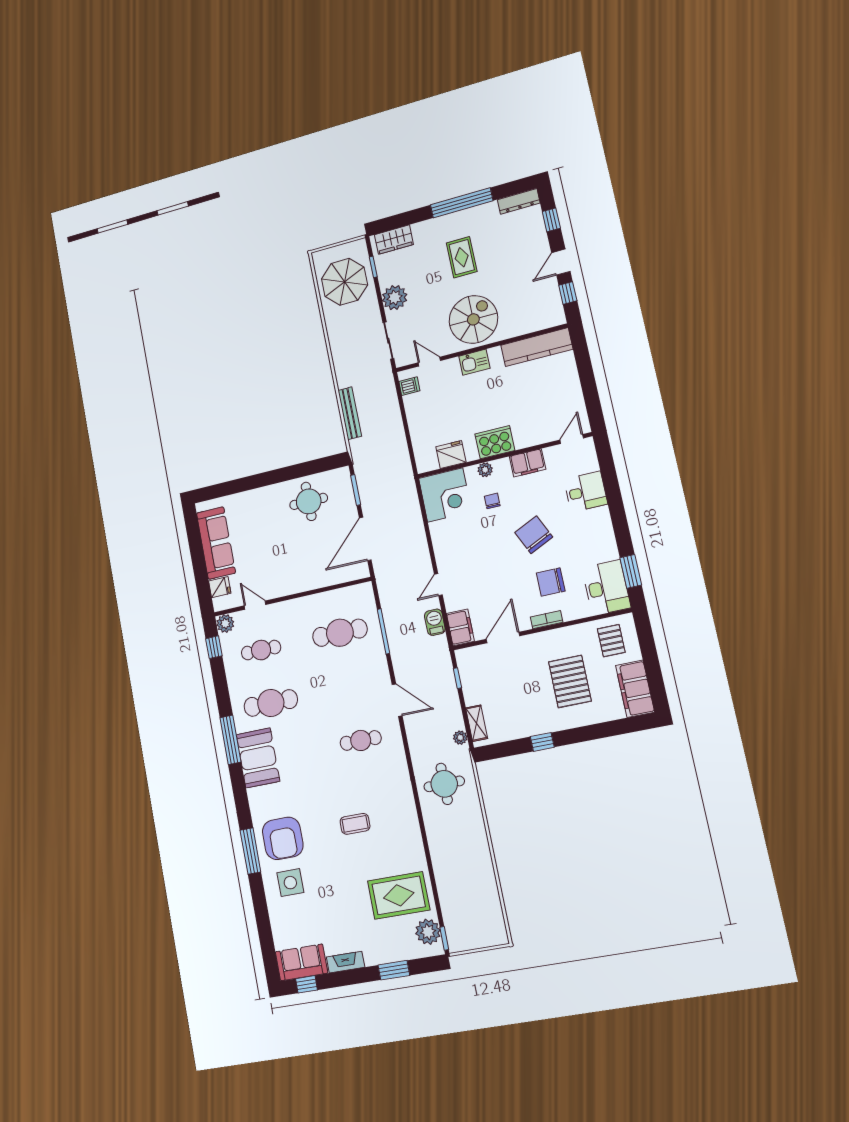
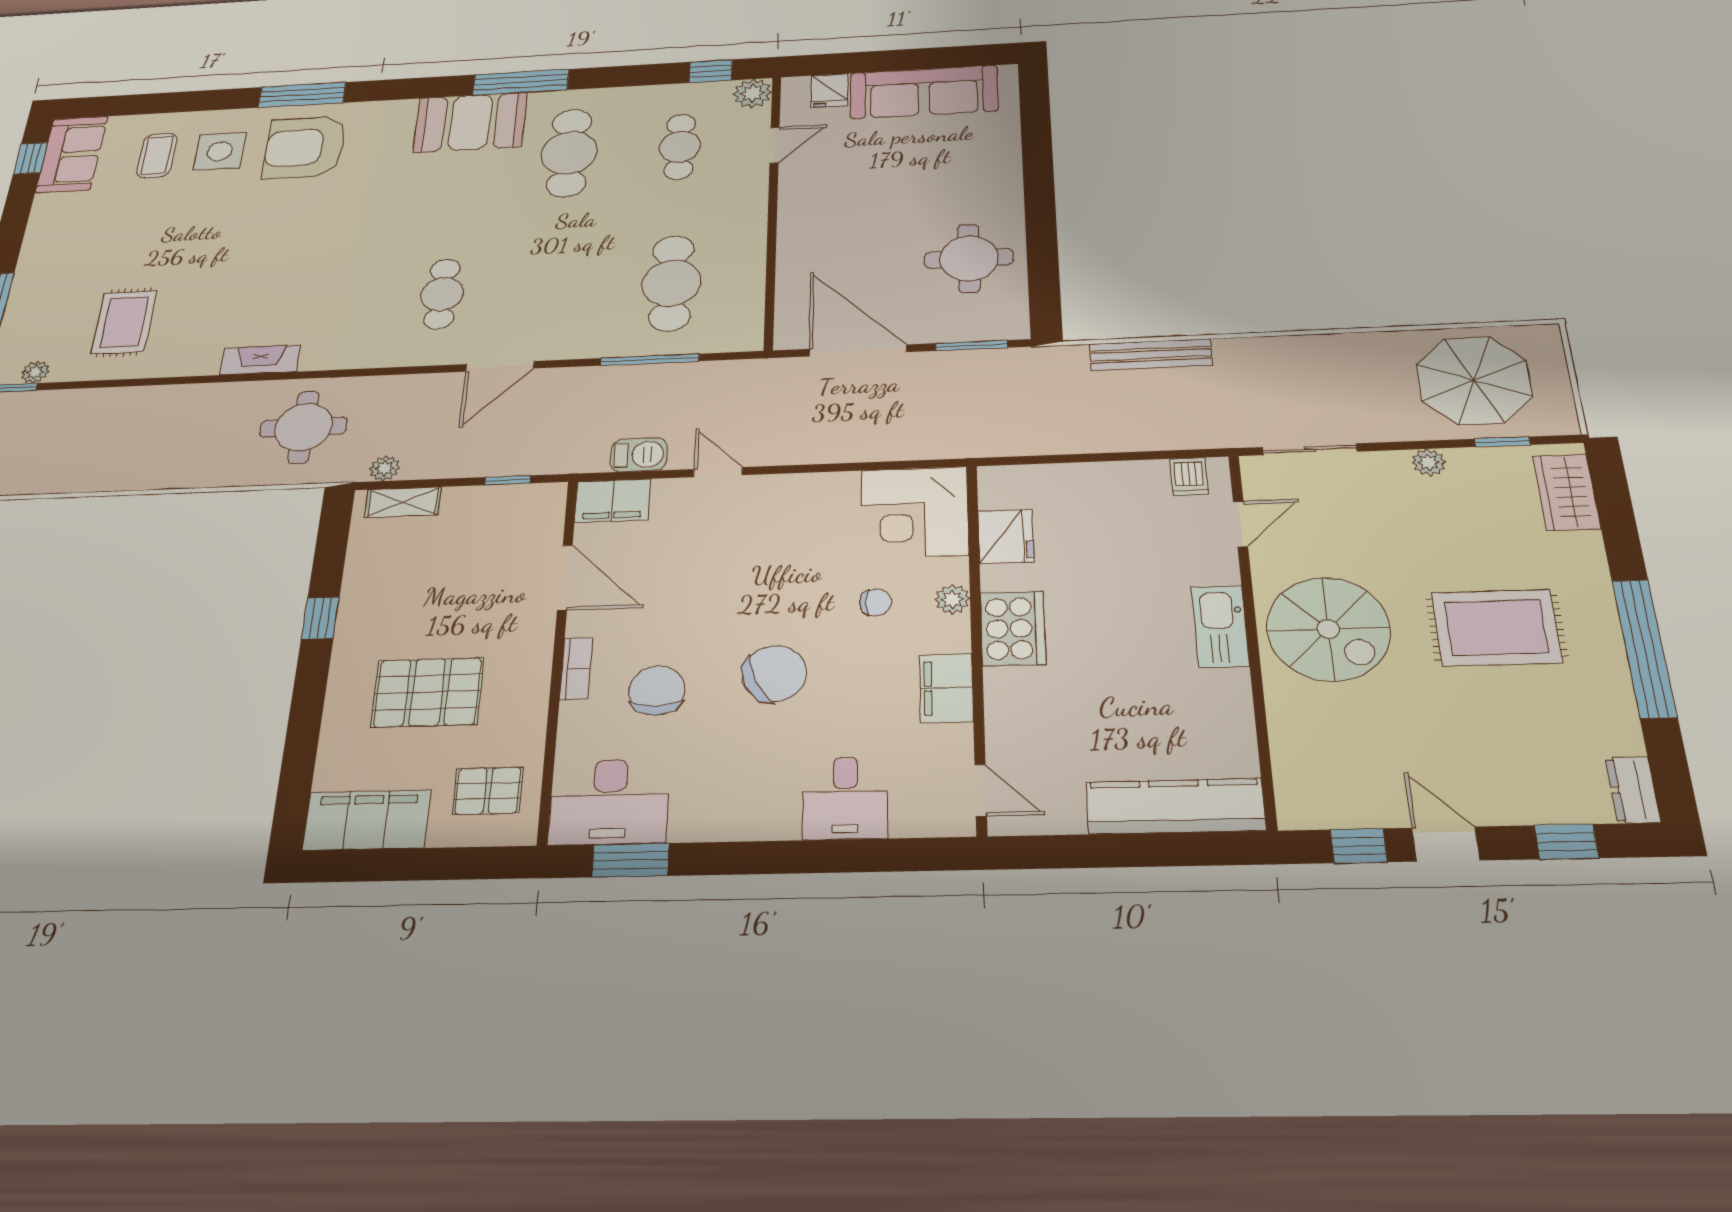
dresser: (519, 201) -> (1633, 790), width x0.70
rug: (462, 257) -> (1496, 627), width x1.36, depth x1.43
plant: (395, 298) -> (1429, 462), width x0.53, depth x0.53
kitchen counter: (537, 347) -> (1175, 806), moved, turned 90
kitchen sink: (474, 362) -> (1220, 626), width x1.38
coffee table: (355, 824) -> (157, 155), moved
rug: (399, 895) -> (124, 322), width x0.73, depth x0.70
plant: (428, 932) -> (35, 372), width x0.53, depth x0.53
fireplace: (345, 962) -> (260, 360), moved, turned -90

